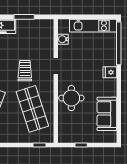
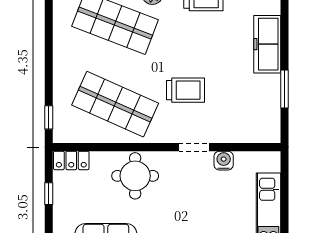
water cooler: (63, 39) -> (224, 161), moved
shop shelf: (32, 109) -> (115, 104), turned 42
locker: (63, 133) -> (71, 160), added

